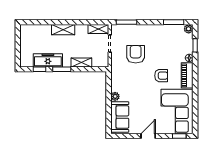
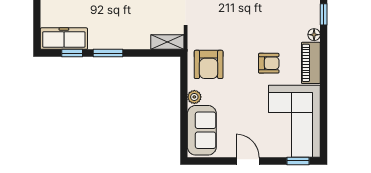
armchair: (136, 54) -> (209, 64), moved, turned 180
freezer: (48, 60) -> (64, 39), moved
shelving: (81, 62) -> (167, 42), moved
door: (148, 136) -> (248, 161), hinge flipped

